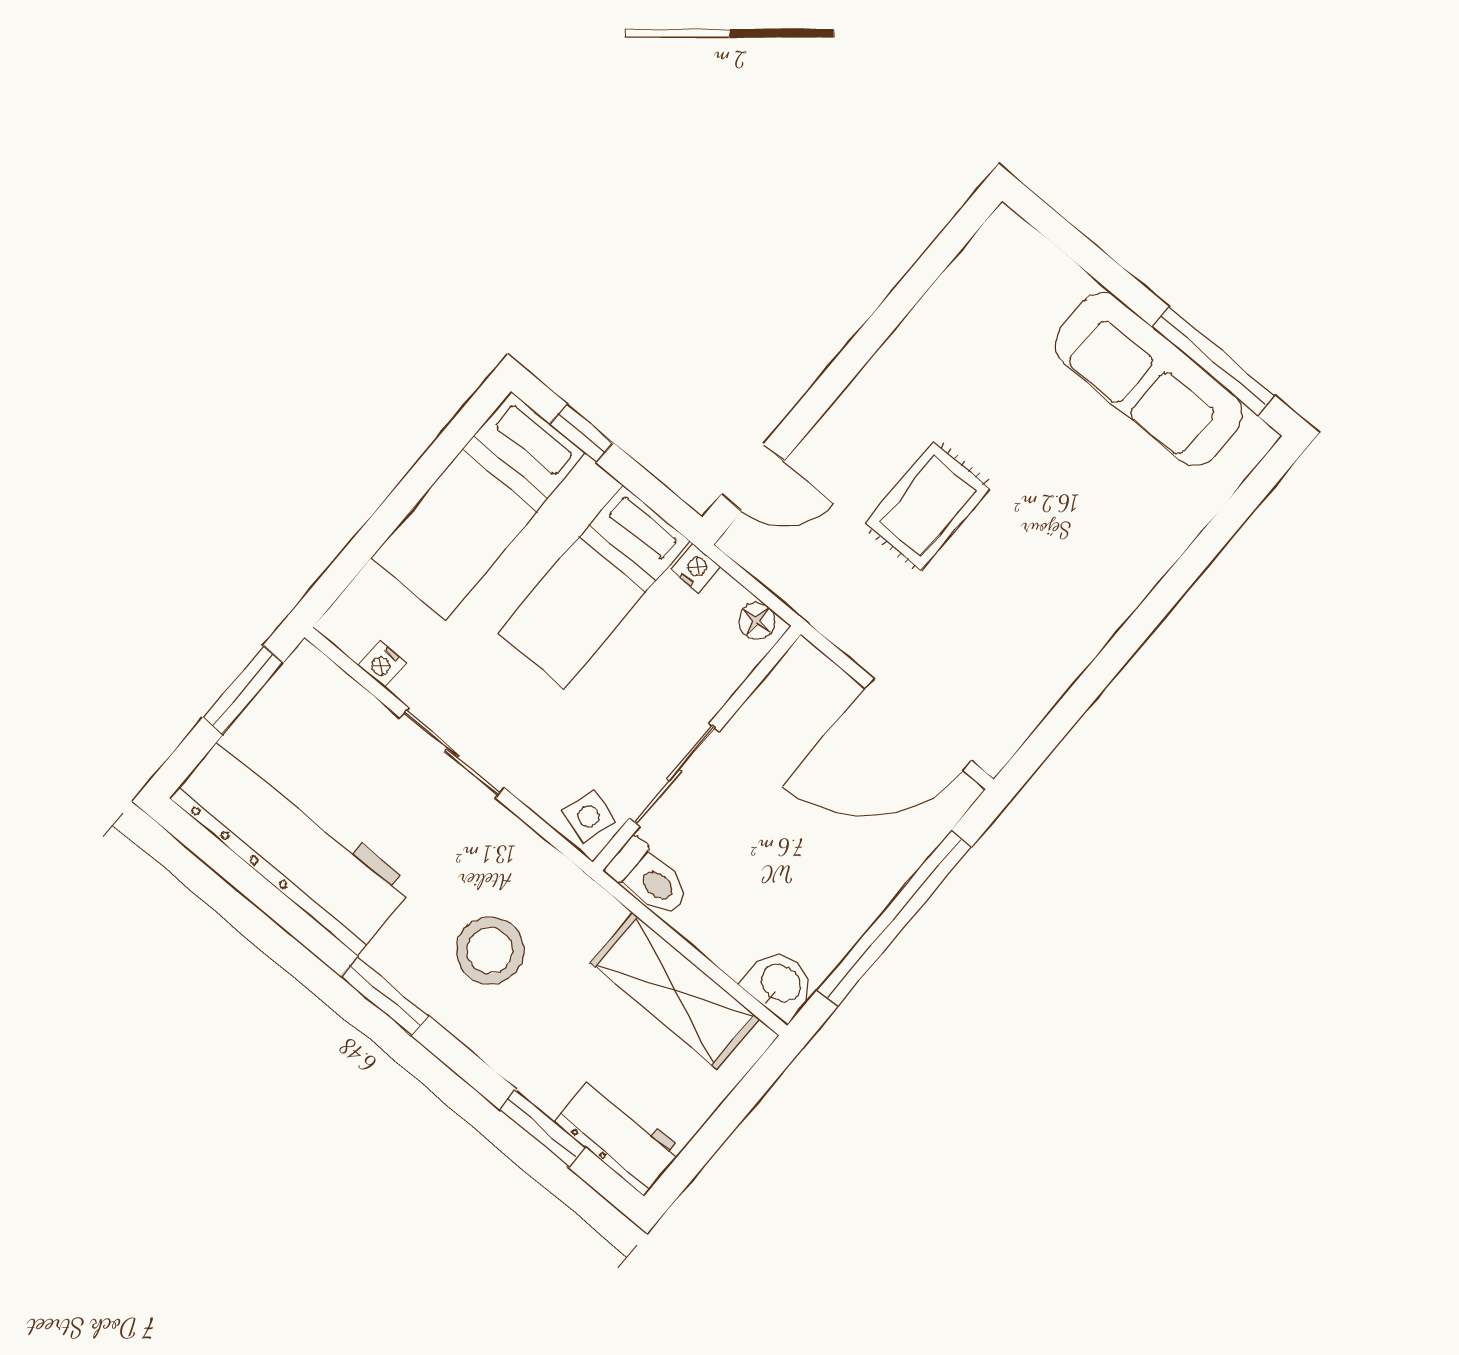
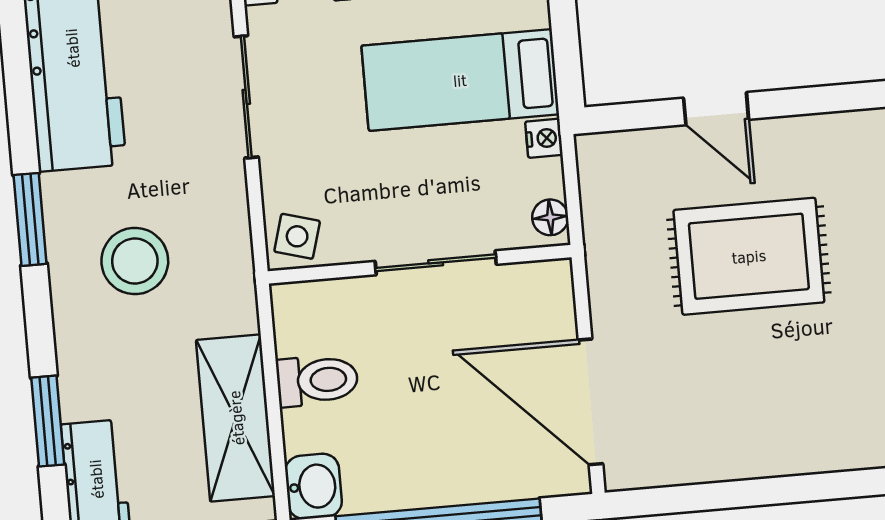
door: (753, 478) -> (716, 109), moved
rug: (927, 506) -> (749, 256), width x1.36, depth x1.43
sliding door: (674, 775) -> (436, 263), moved
toilet: (649, 878) -> (317, 380), moved, turned -90

